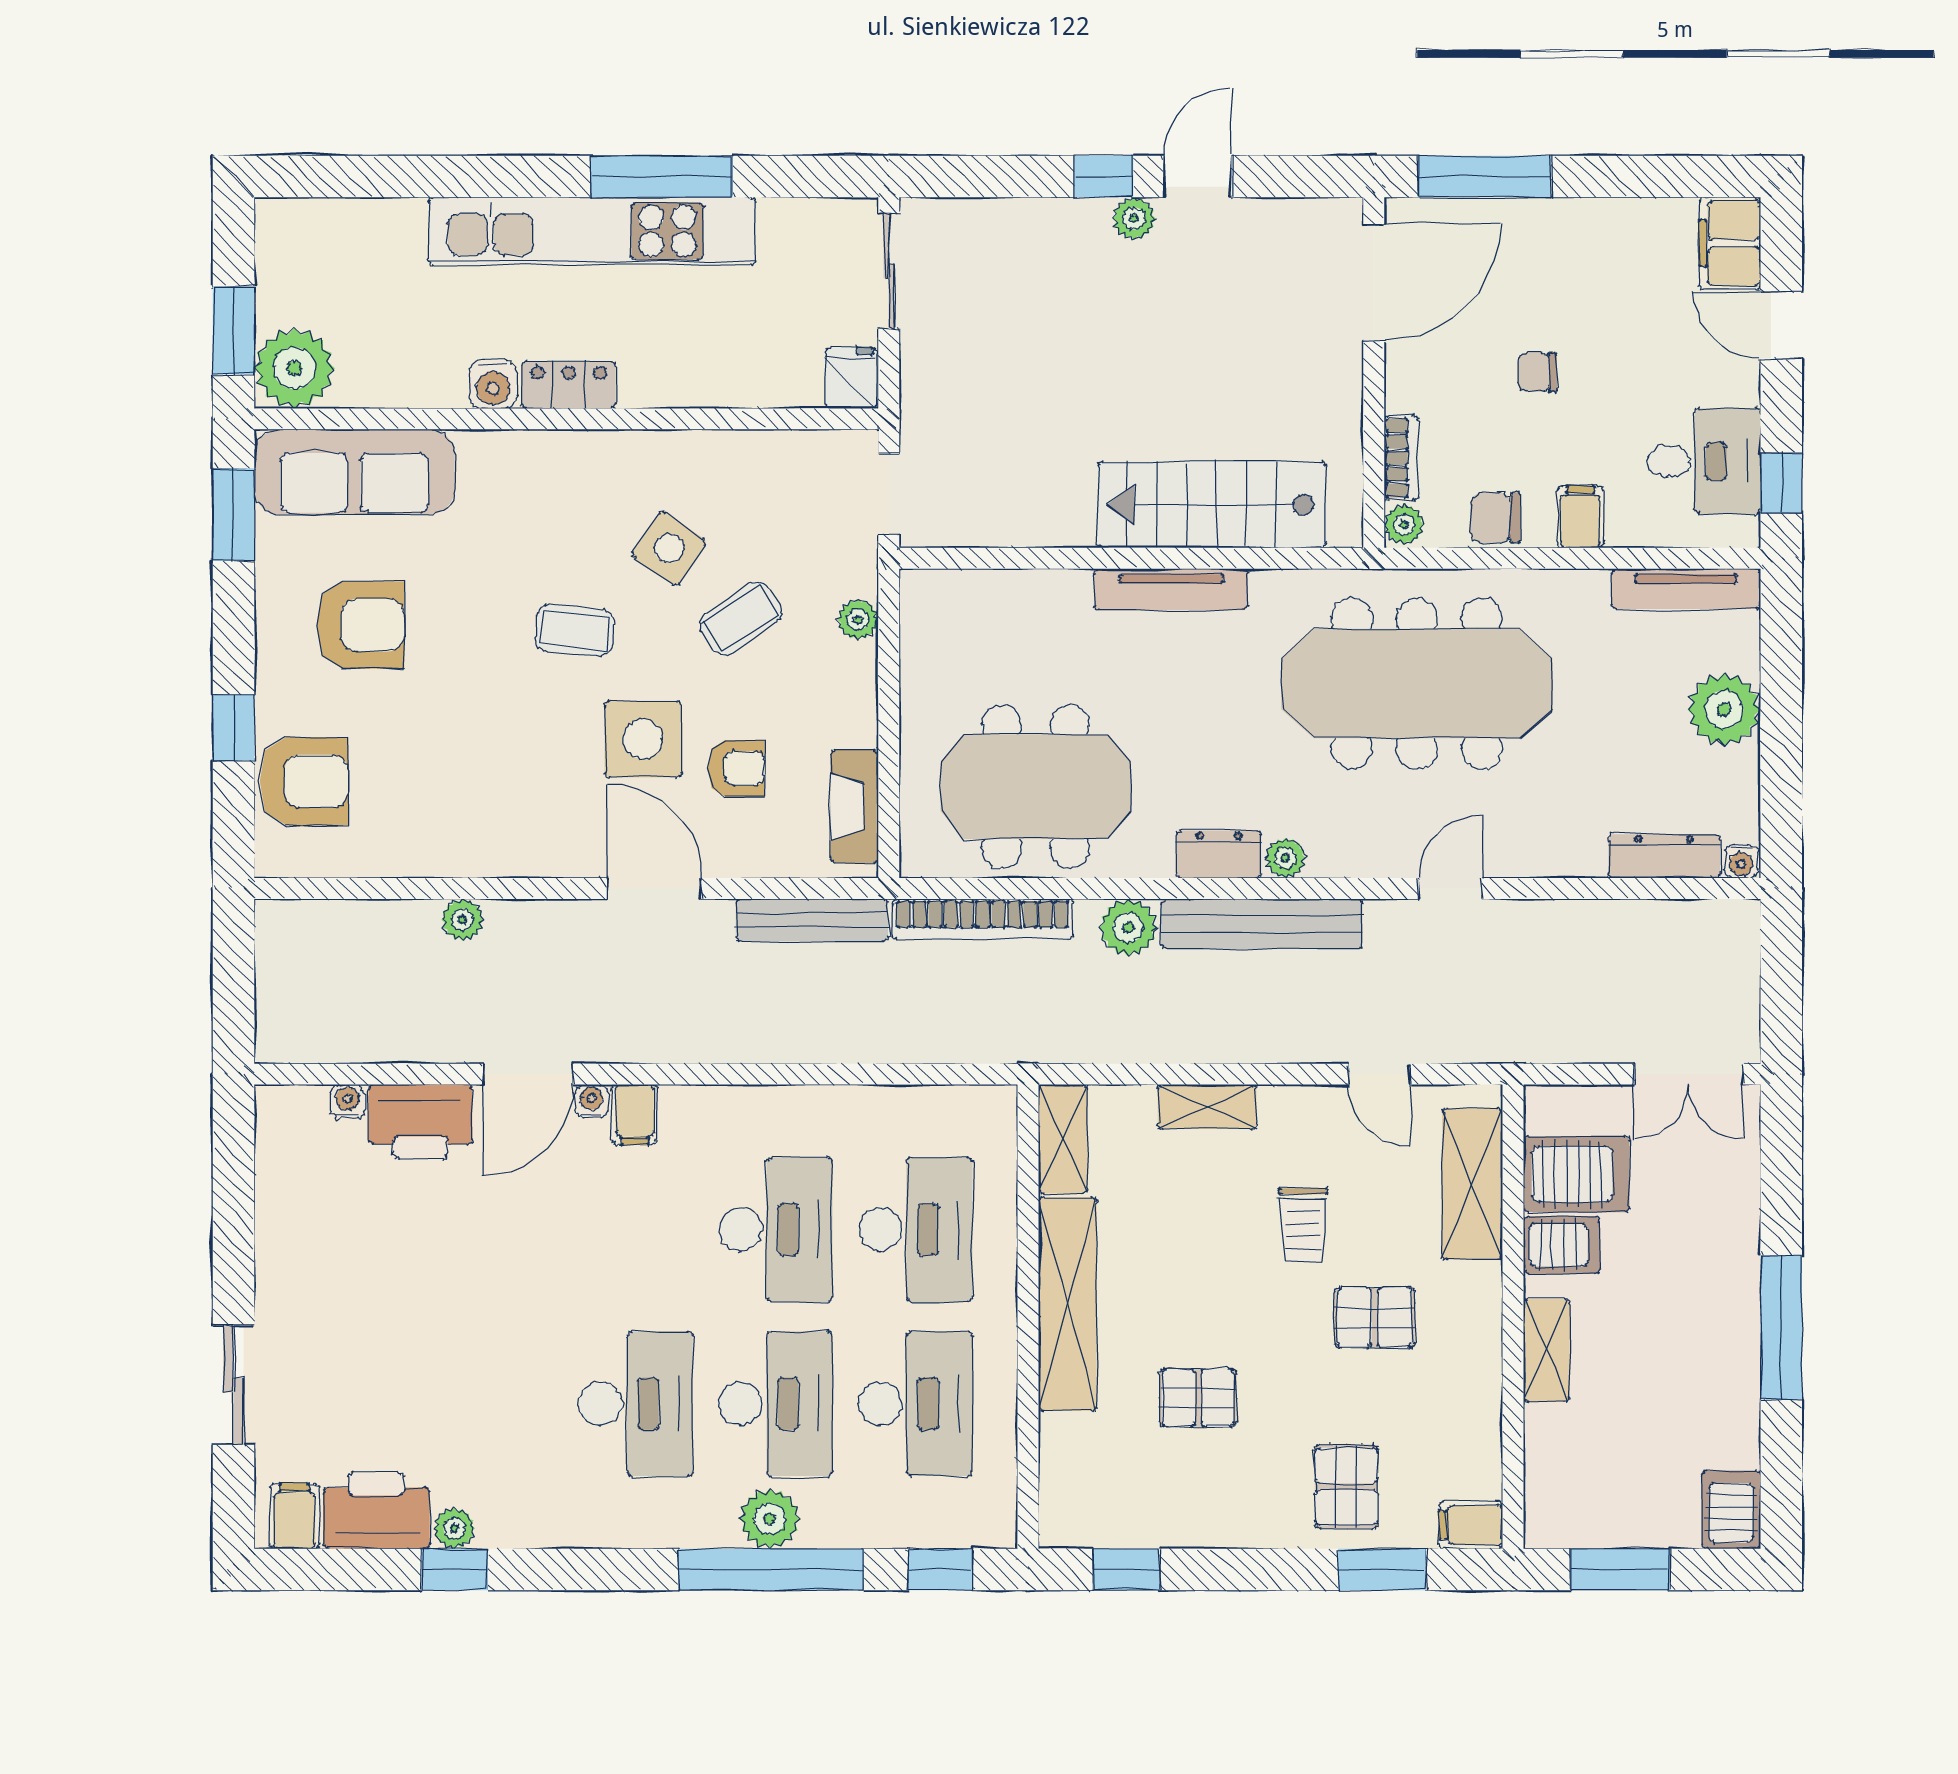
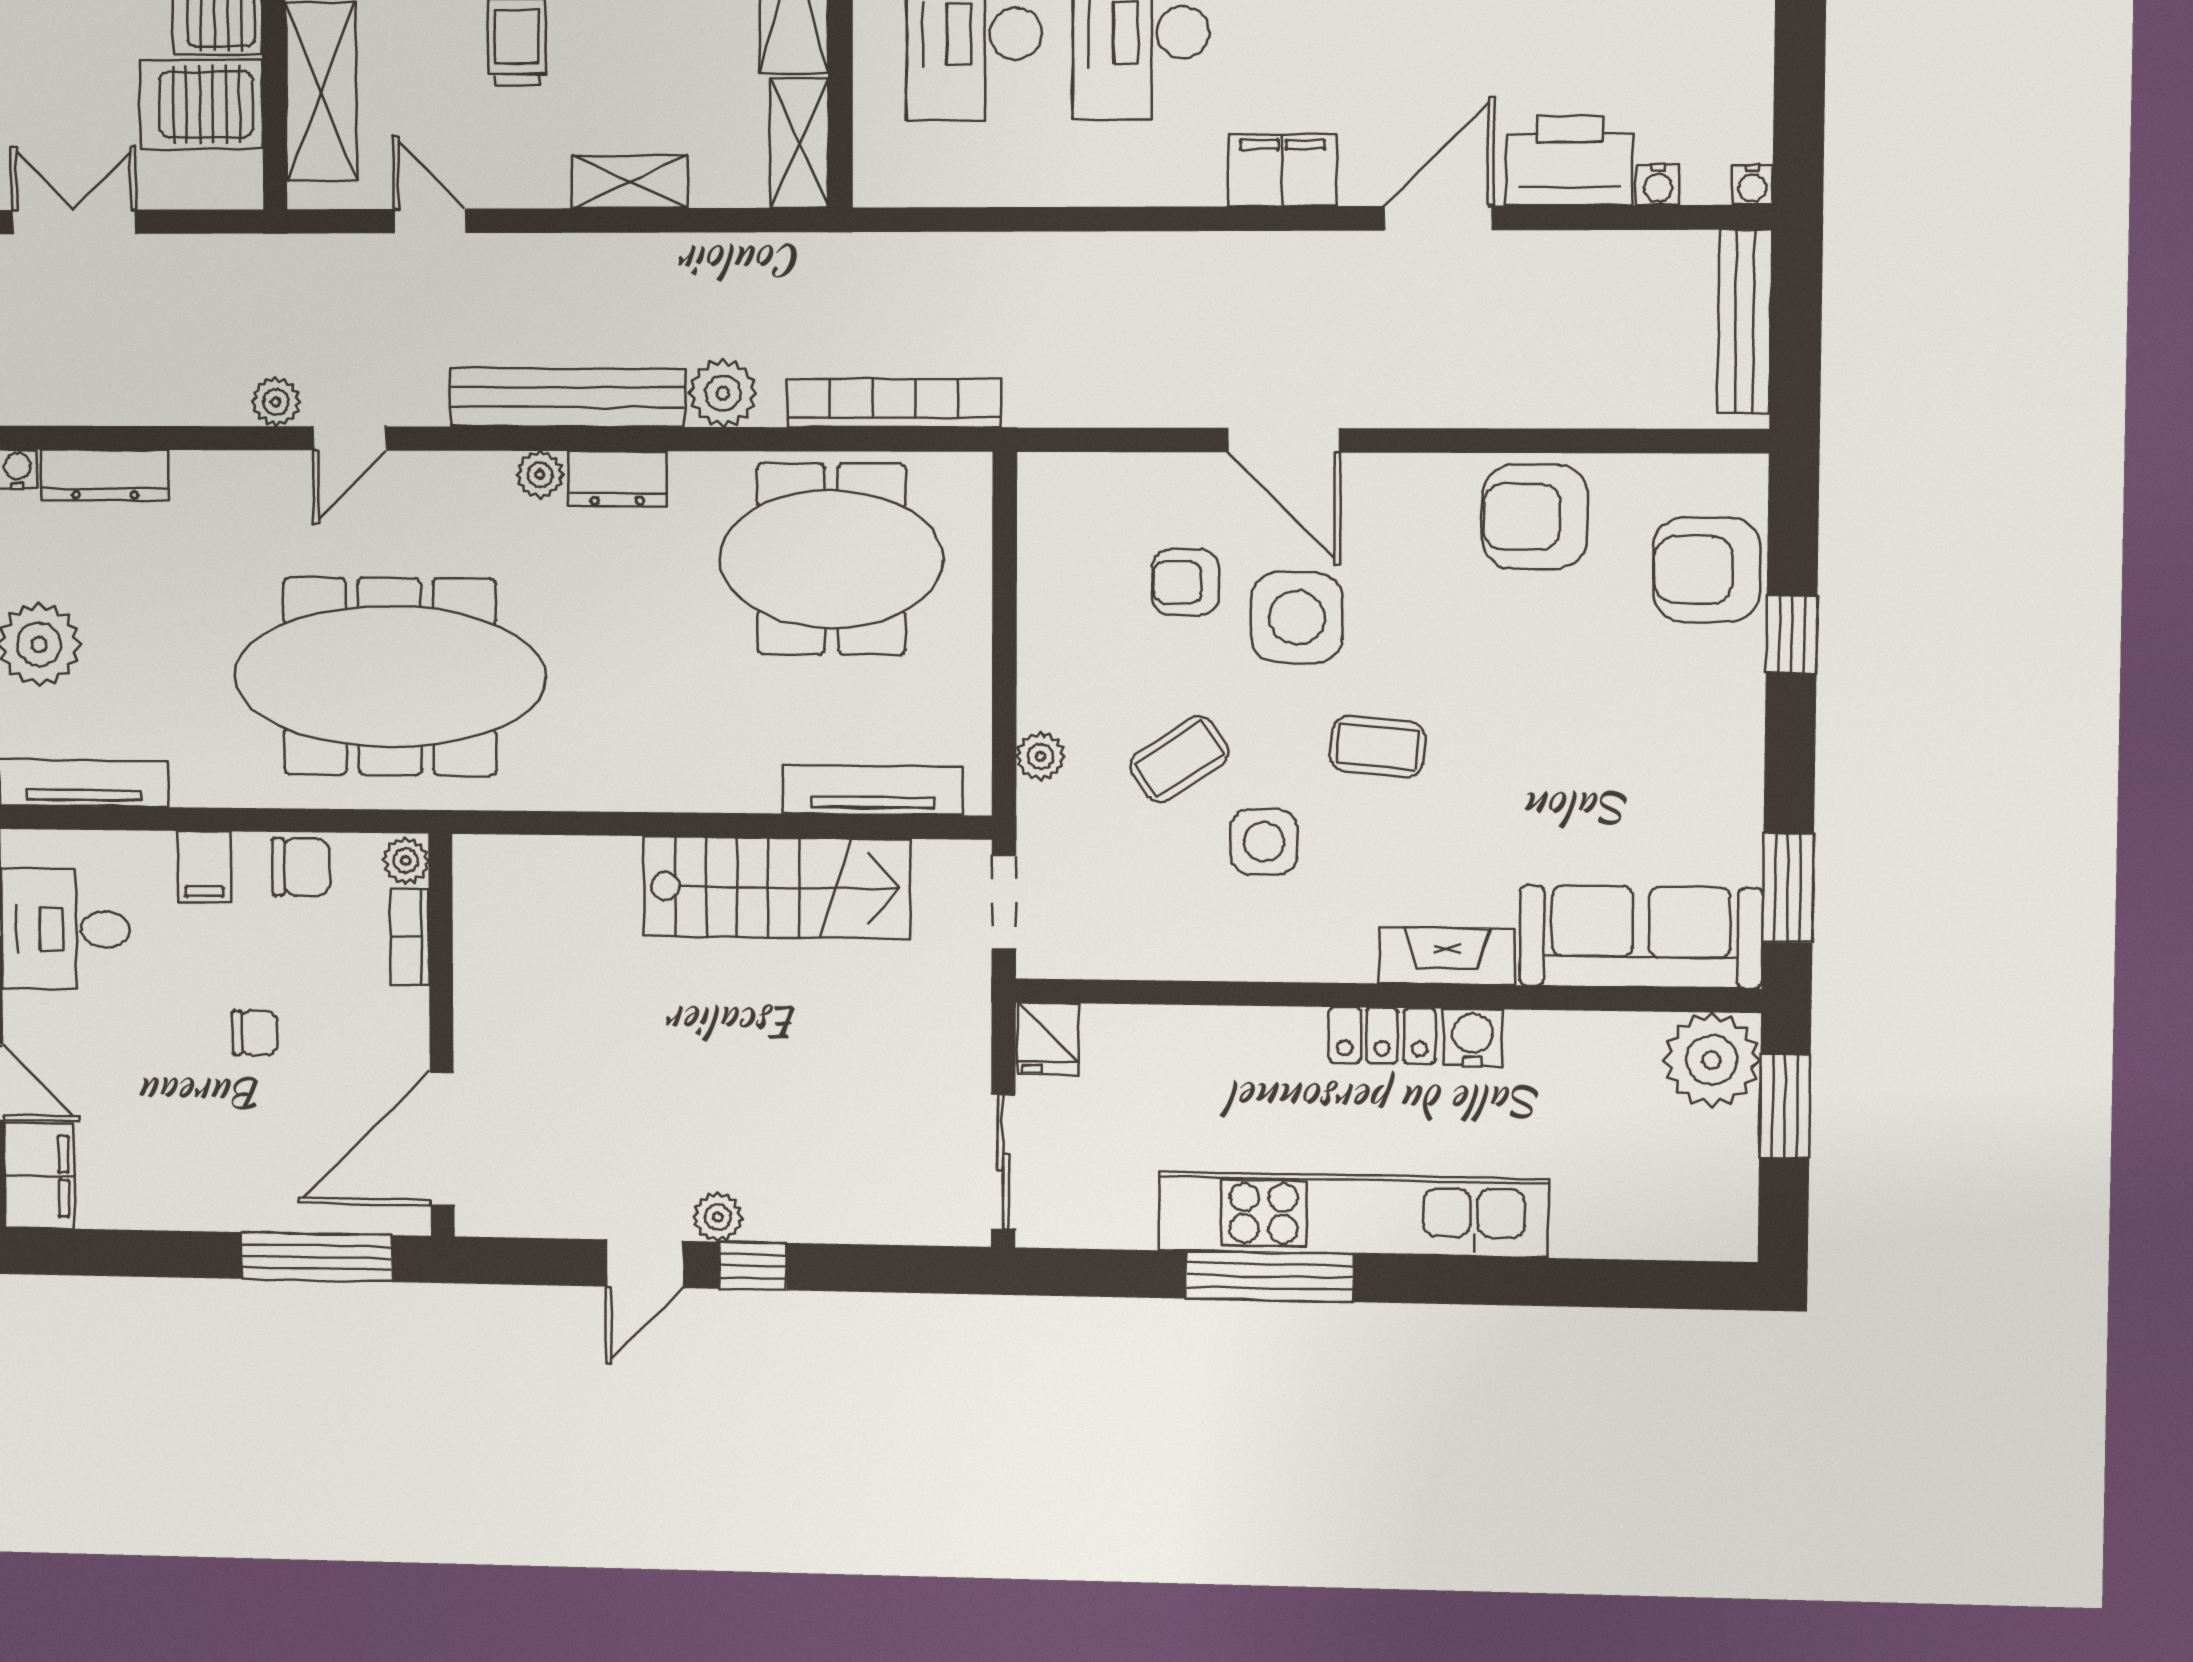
stairs: (1212, 505) -> (777, 888), moved
side table: (669, 549) -> (1264, 842), turned -34
tv unit: (1171, 589) -> (873, 790), moved
armchair: (360, 625) -> (1535, 517), moved
fireplace: (854, 807) -> (1447, 956), moved, turned -90
plant: (462, 920) -> (276, 402), moved
bench: (812, 920) -> (1745, 322), moved, turned 90
water cooler: (592, 1101) -> (1752, 185), moved
filing cabinet: (635, 1115) -> (1282, 170), width x2.00

